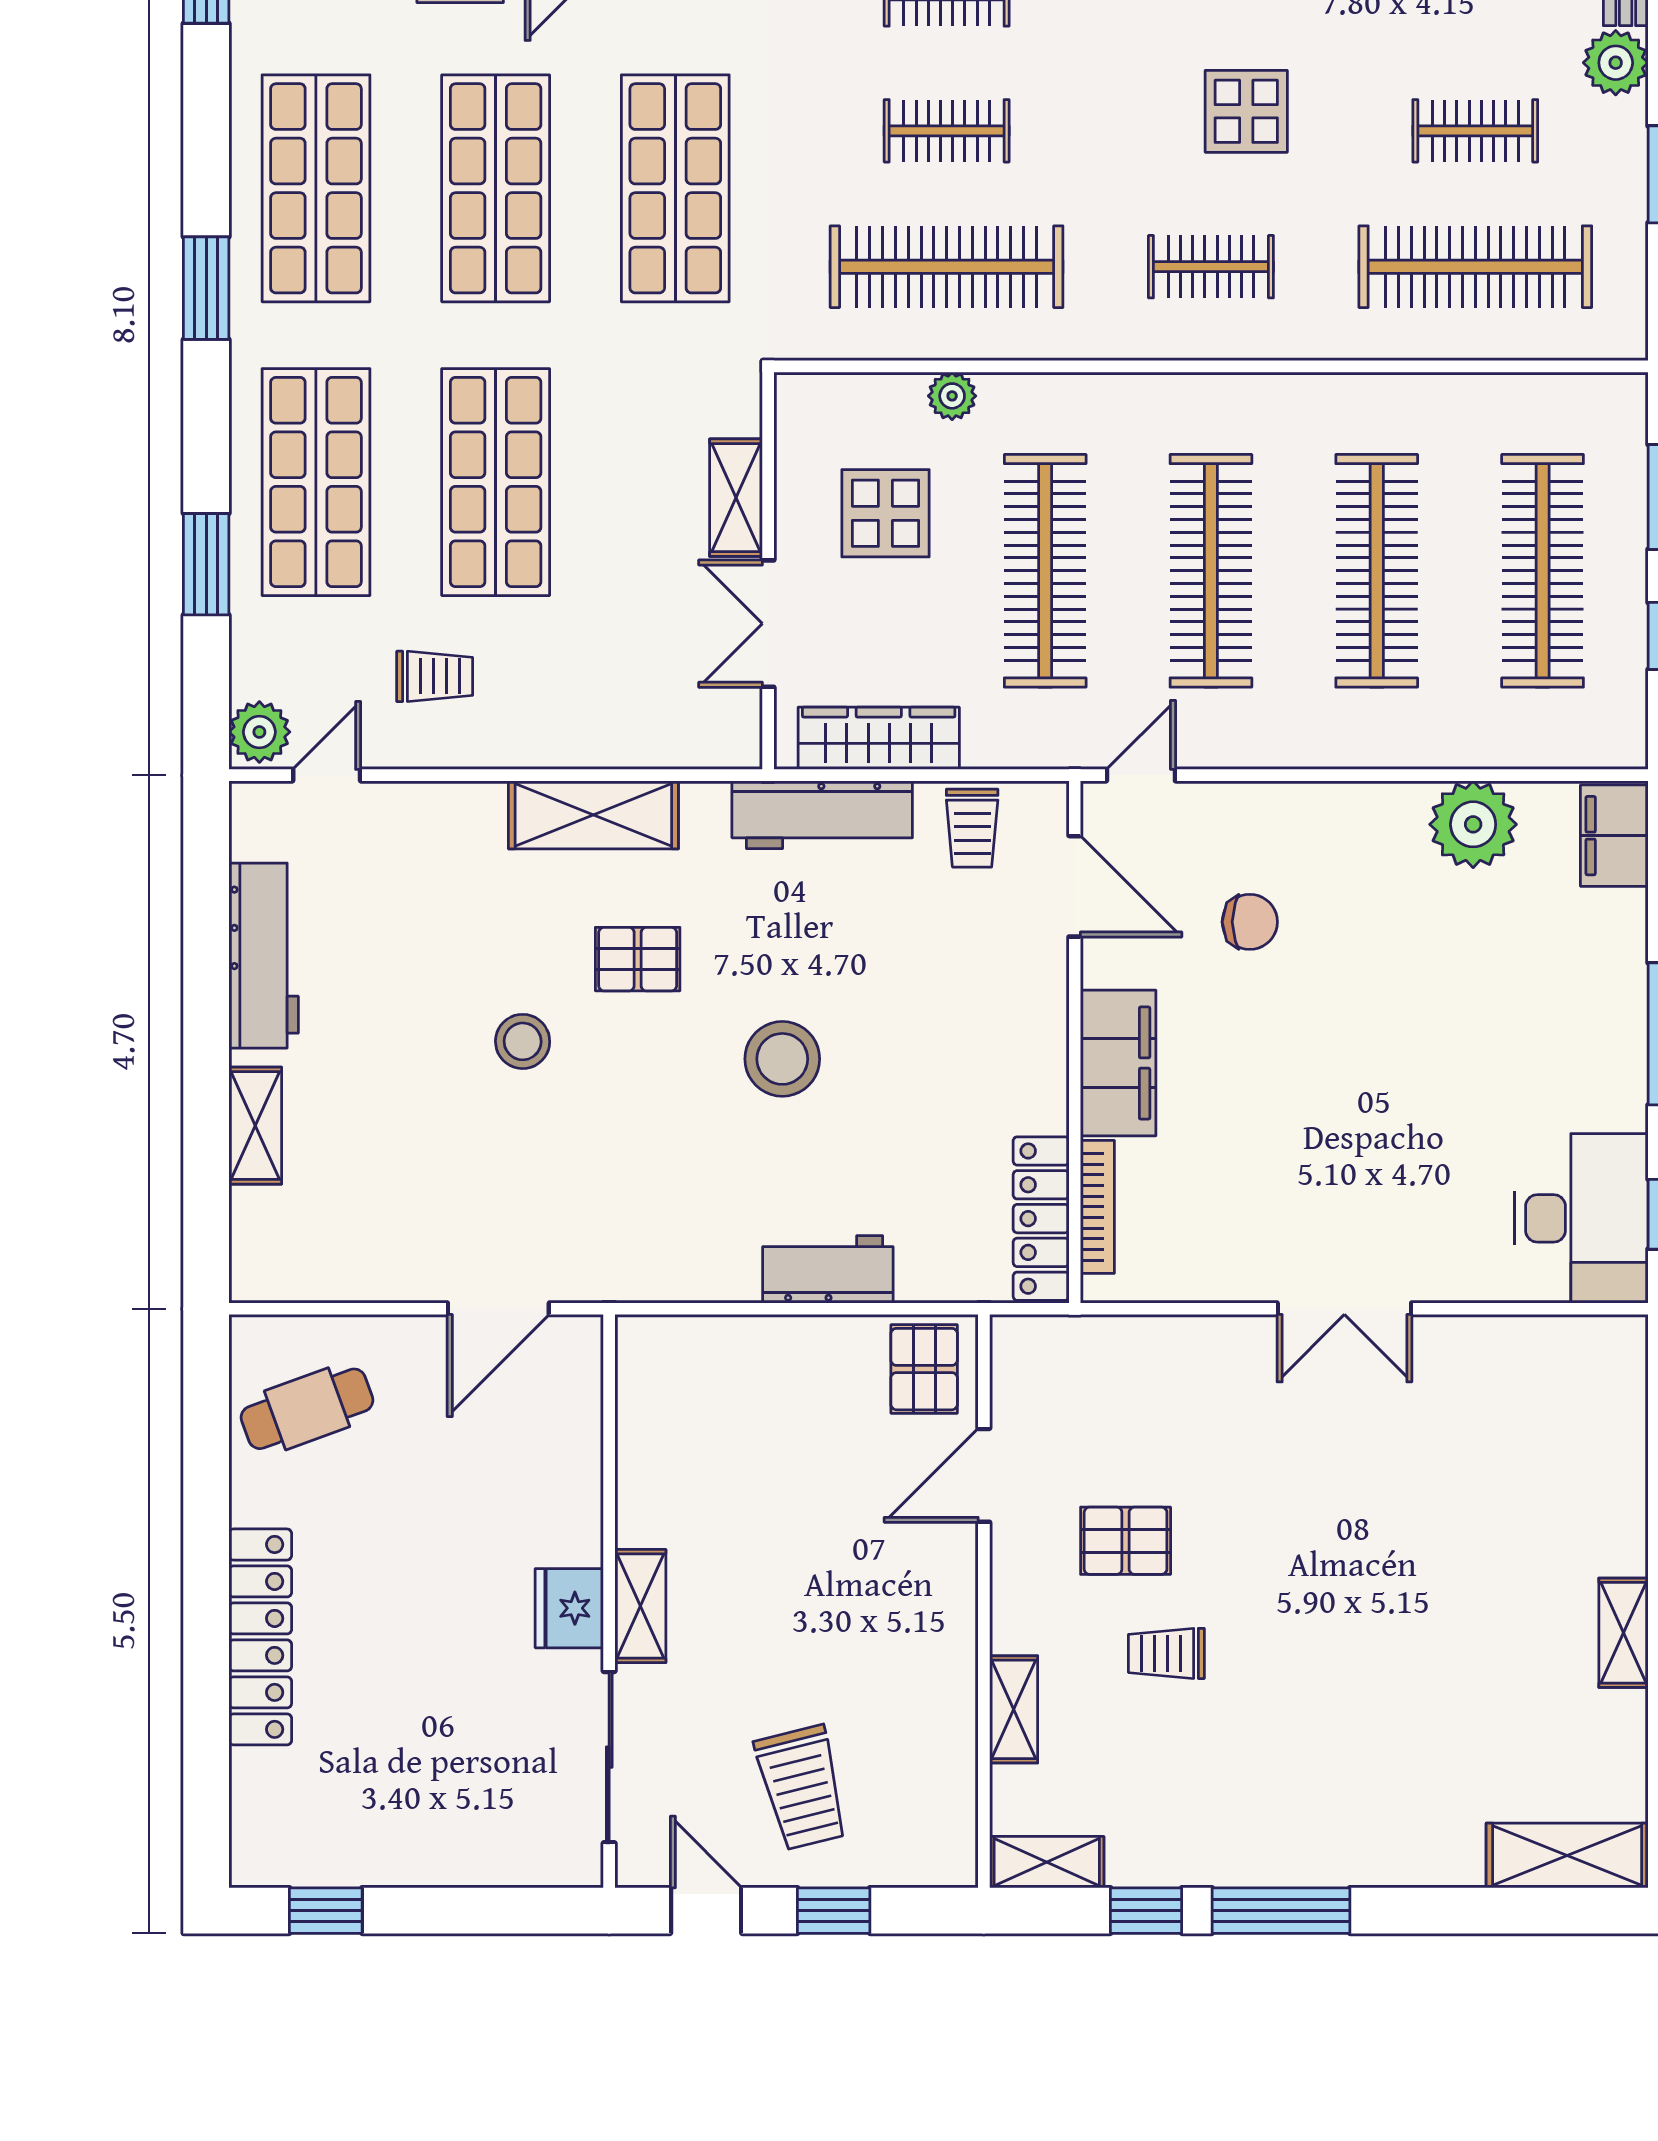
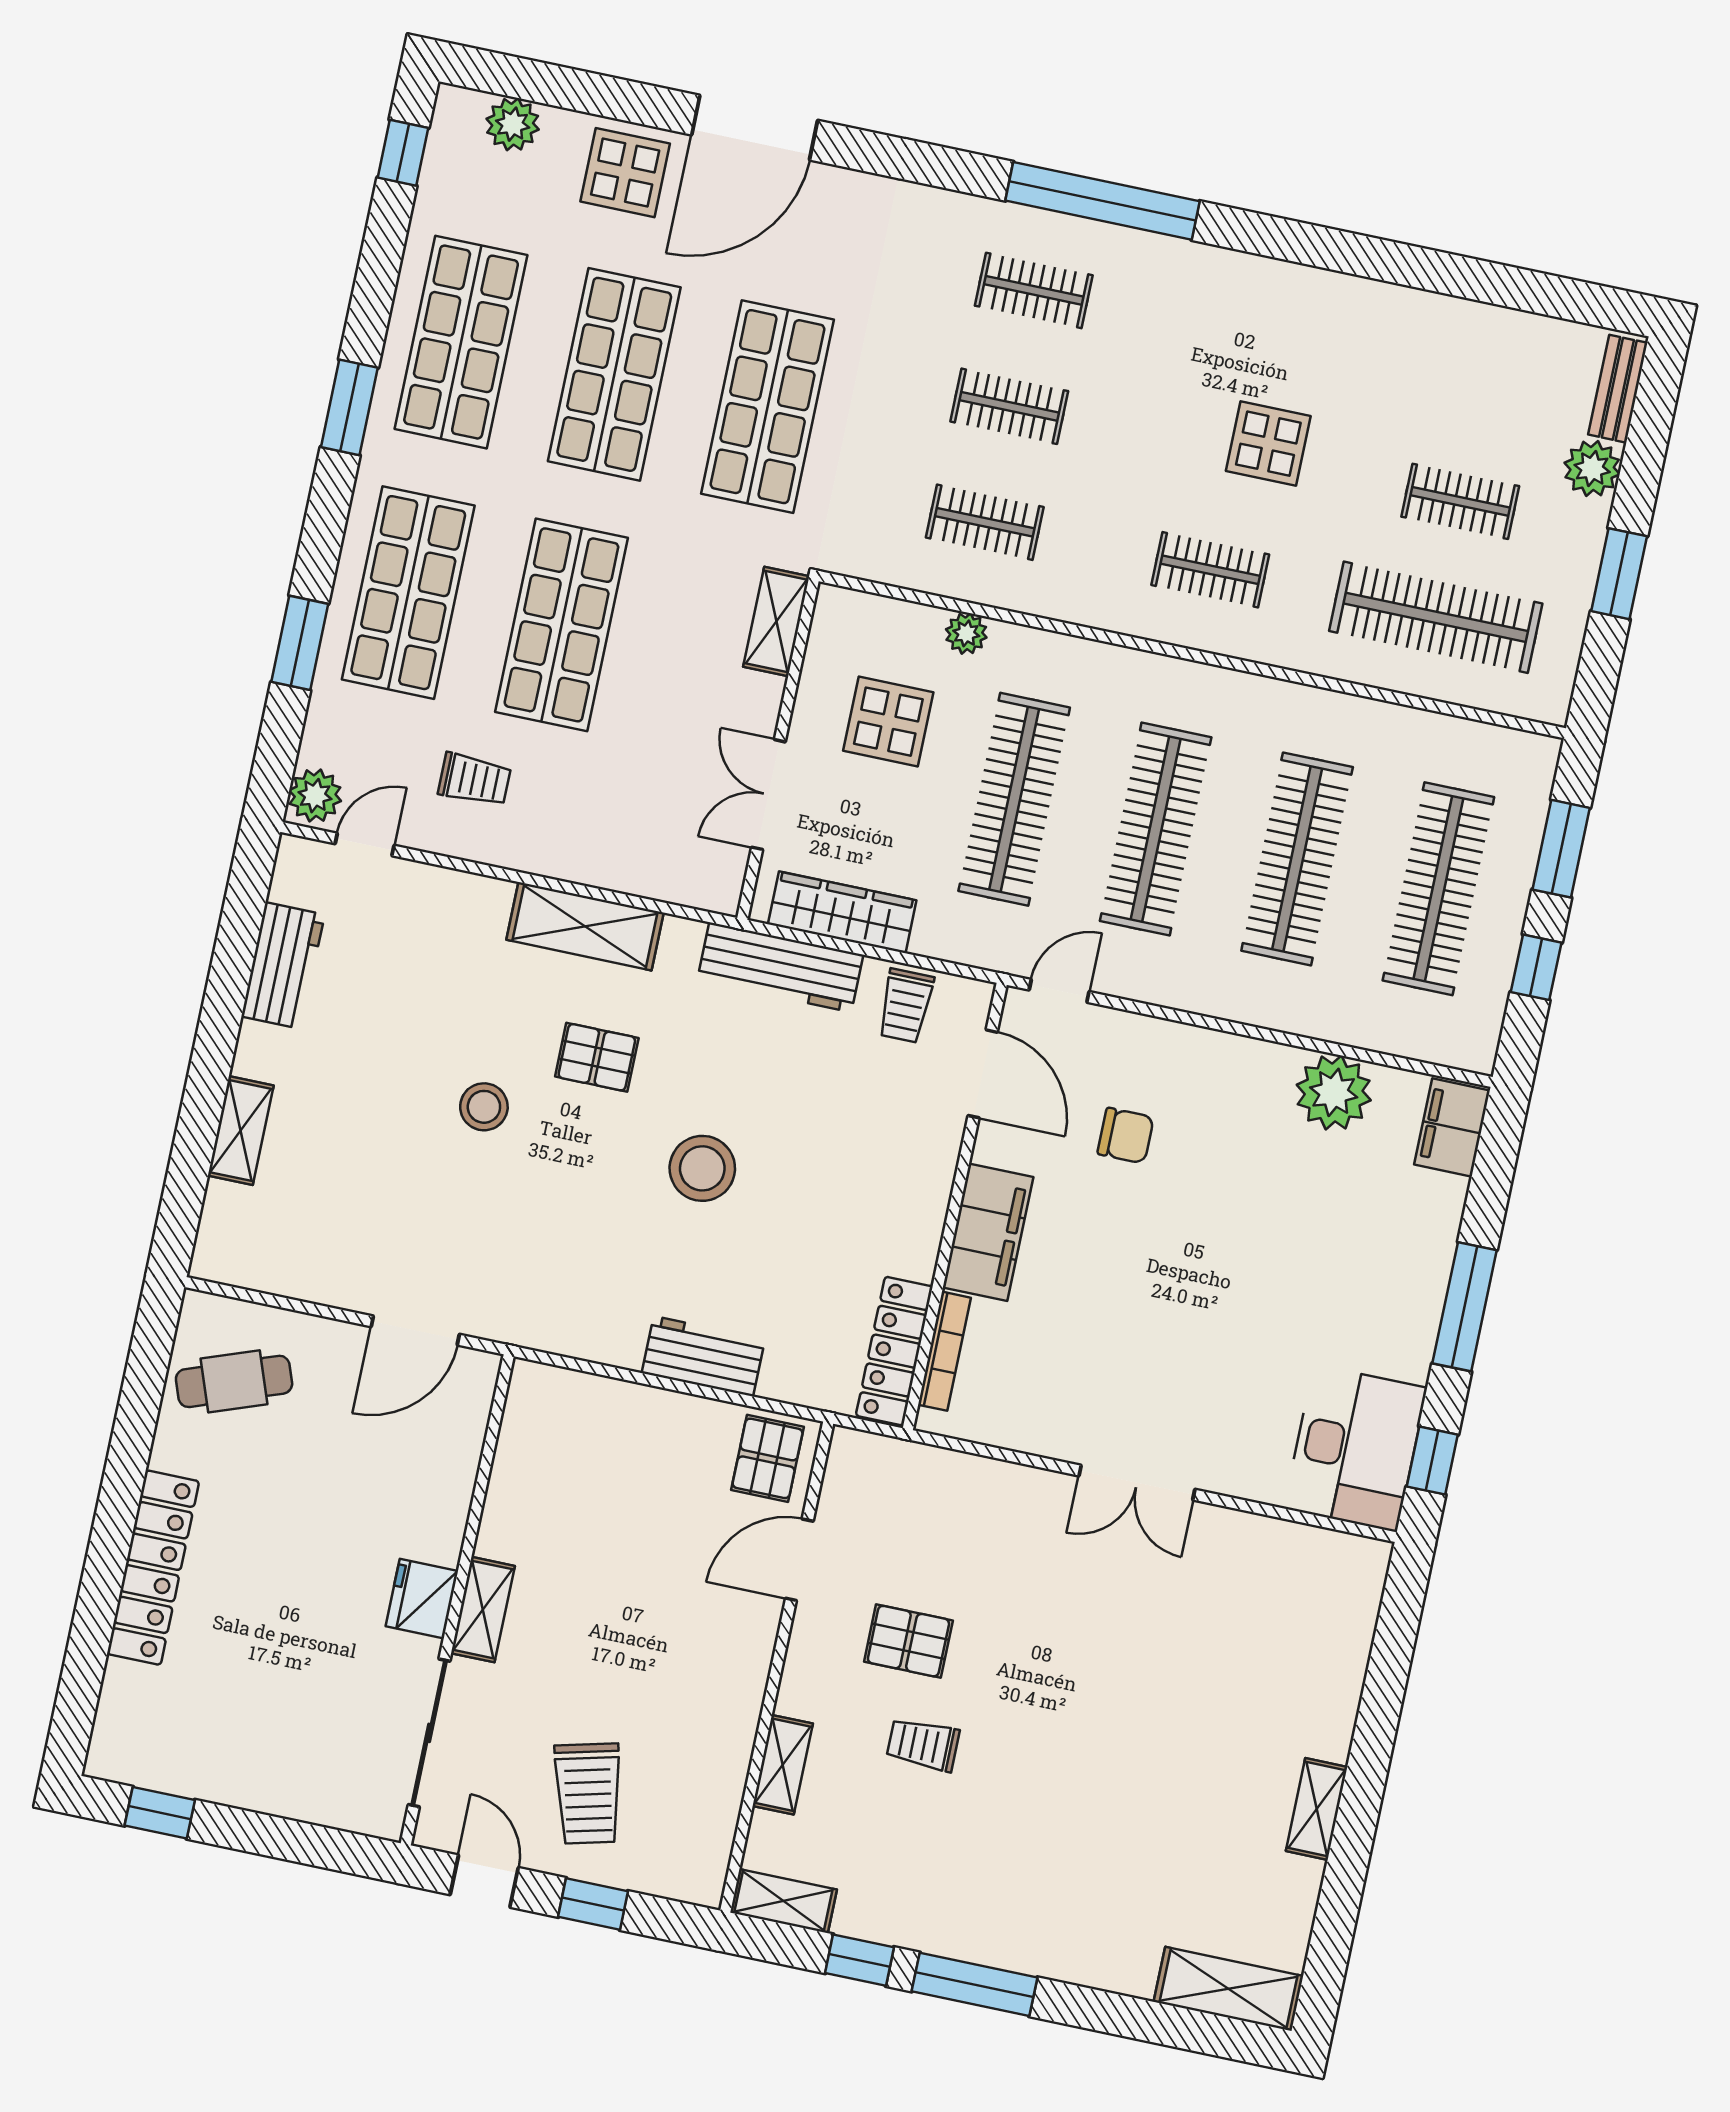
clothes rail: (947, 267) -> (985, 522), width x0.54, depth x0.76
shelving: (736, 498) -> (776, 621), moved
workbench: (264, 956) -> (283, 965), width x0.73

